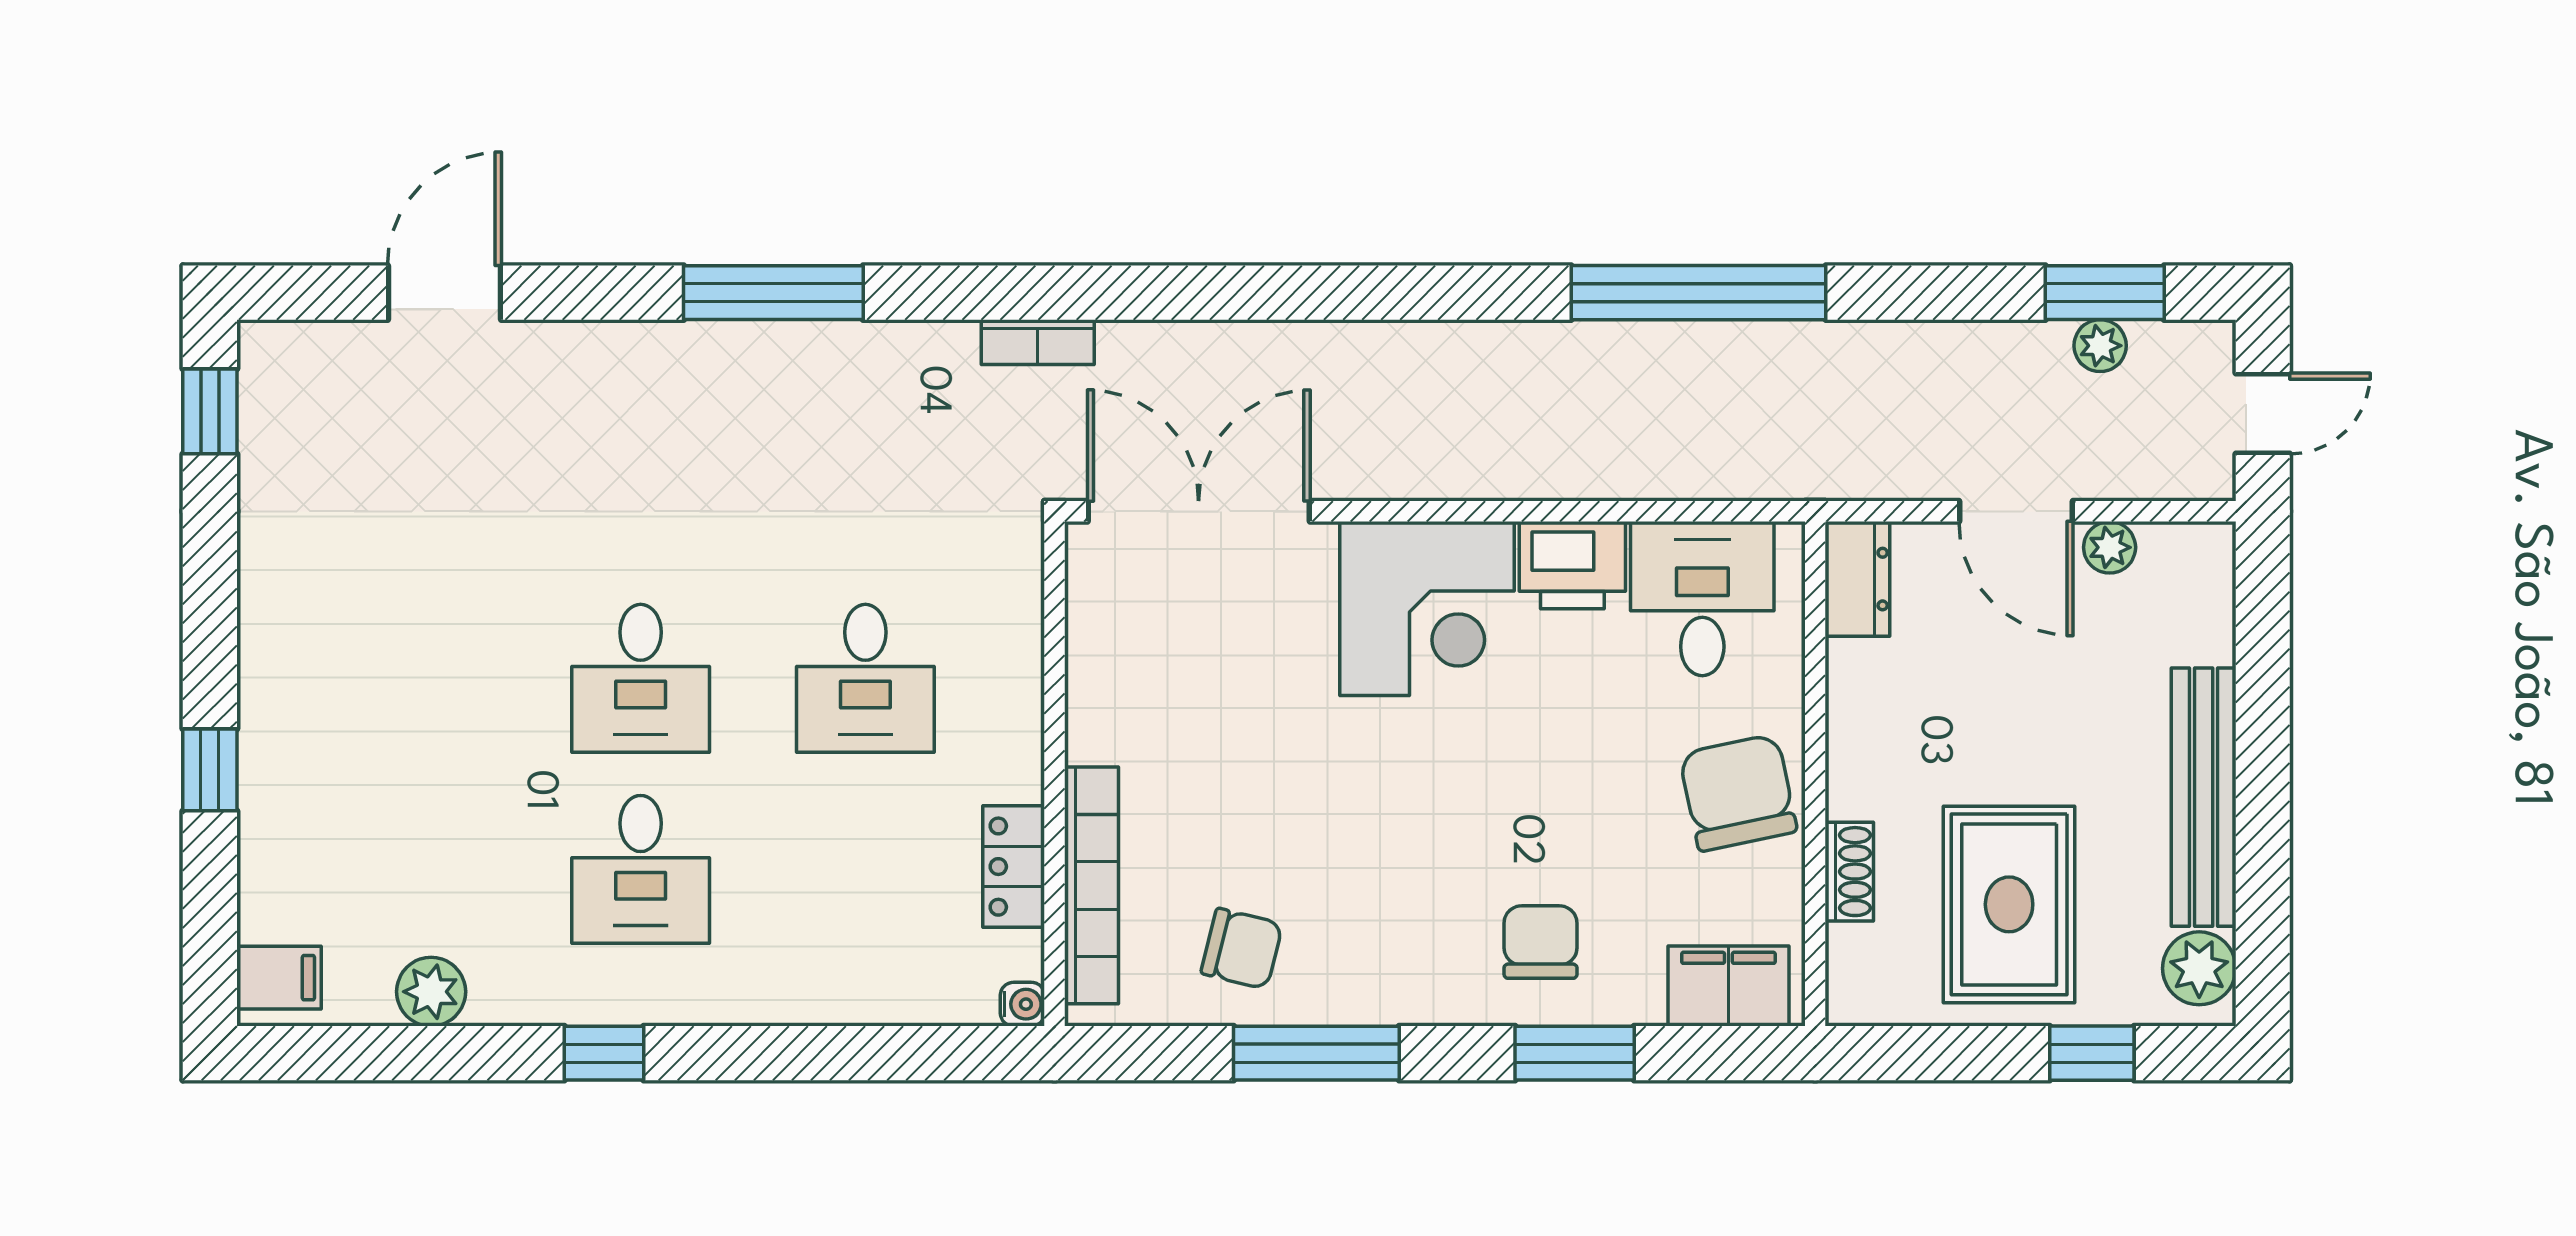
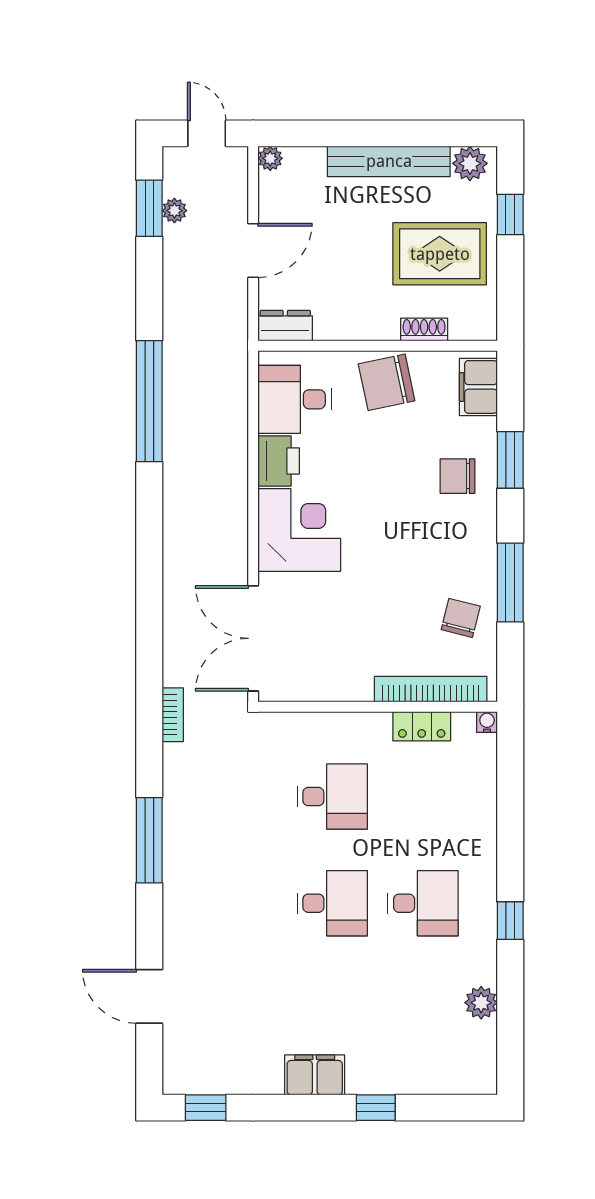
plant: (2110, 547) -> (270, 158), moved
filing cabinet: (279, 978) -> (315, 1075), moved, width x2.00

